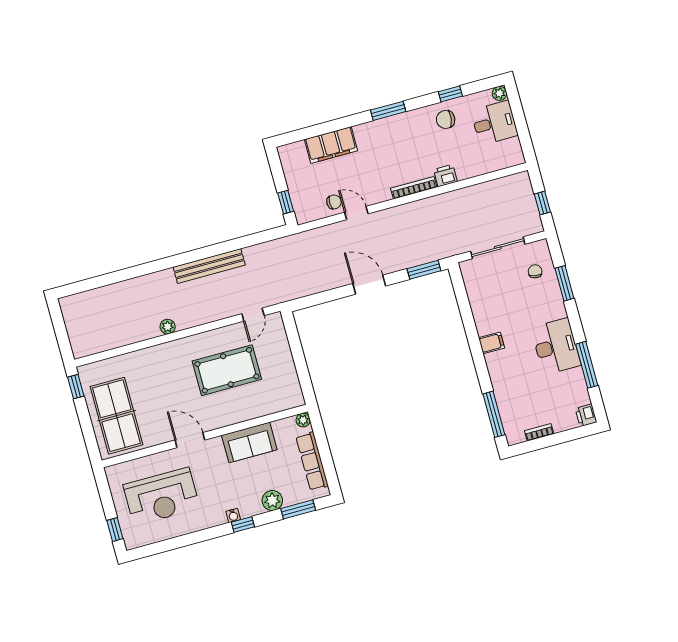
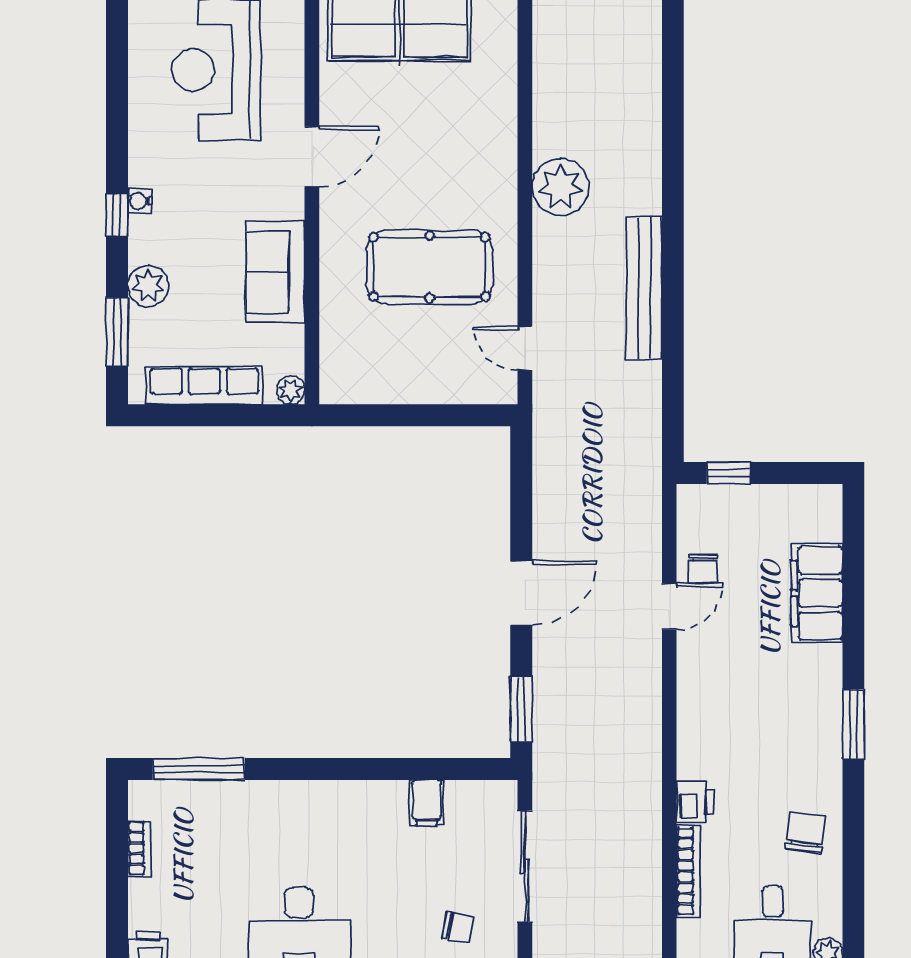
window: (450, 94) -> (853, 856), removed
bookcase: (414, 188) -> (688, 871), moved
plant: (168, 327) -> (561, 187), width x1.88, depth x1.88
filing cabinet: (492, 343) -> (427, 803), moved
pool table: (227, 370) -> (429, 267), turned 90

